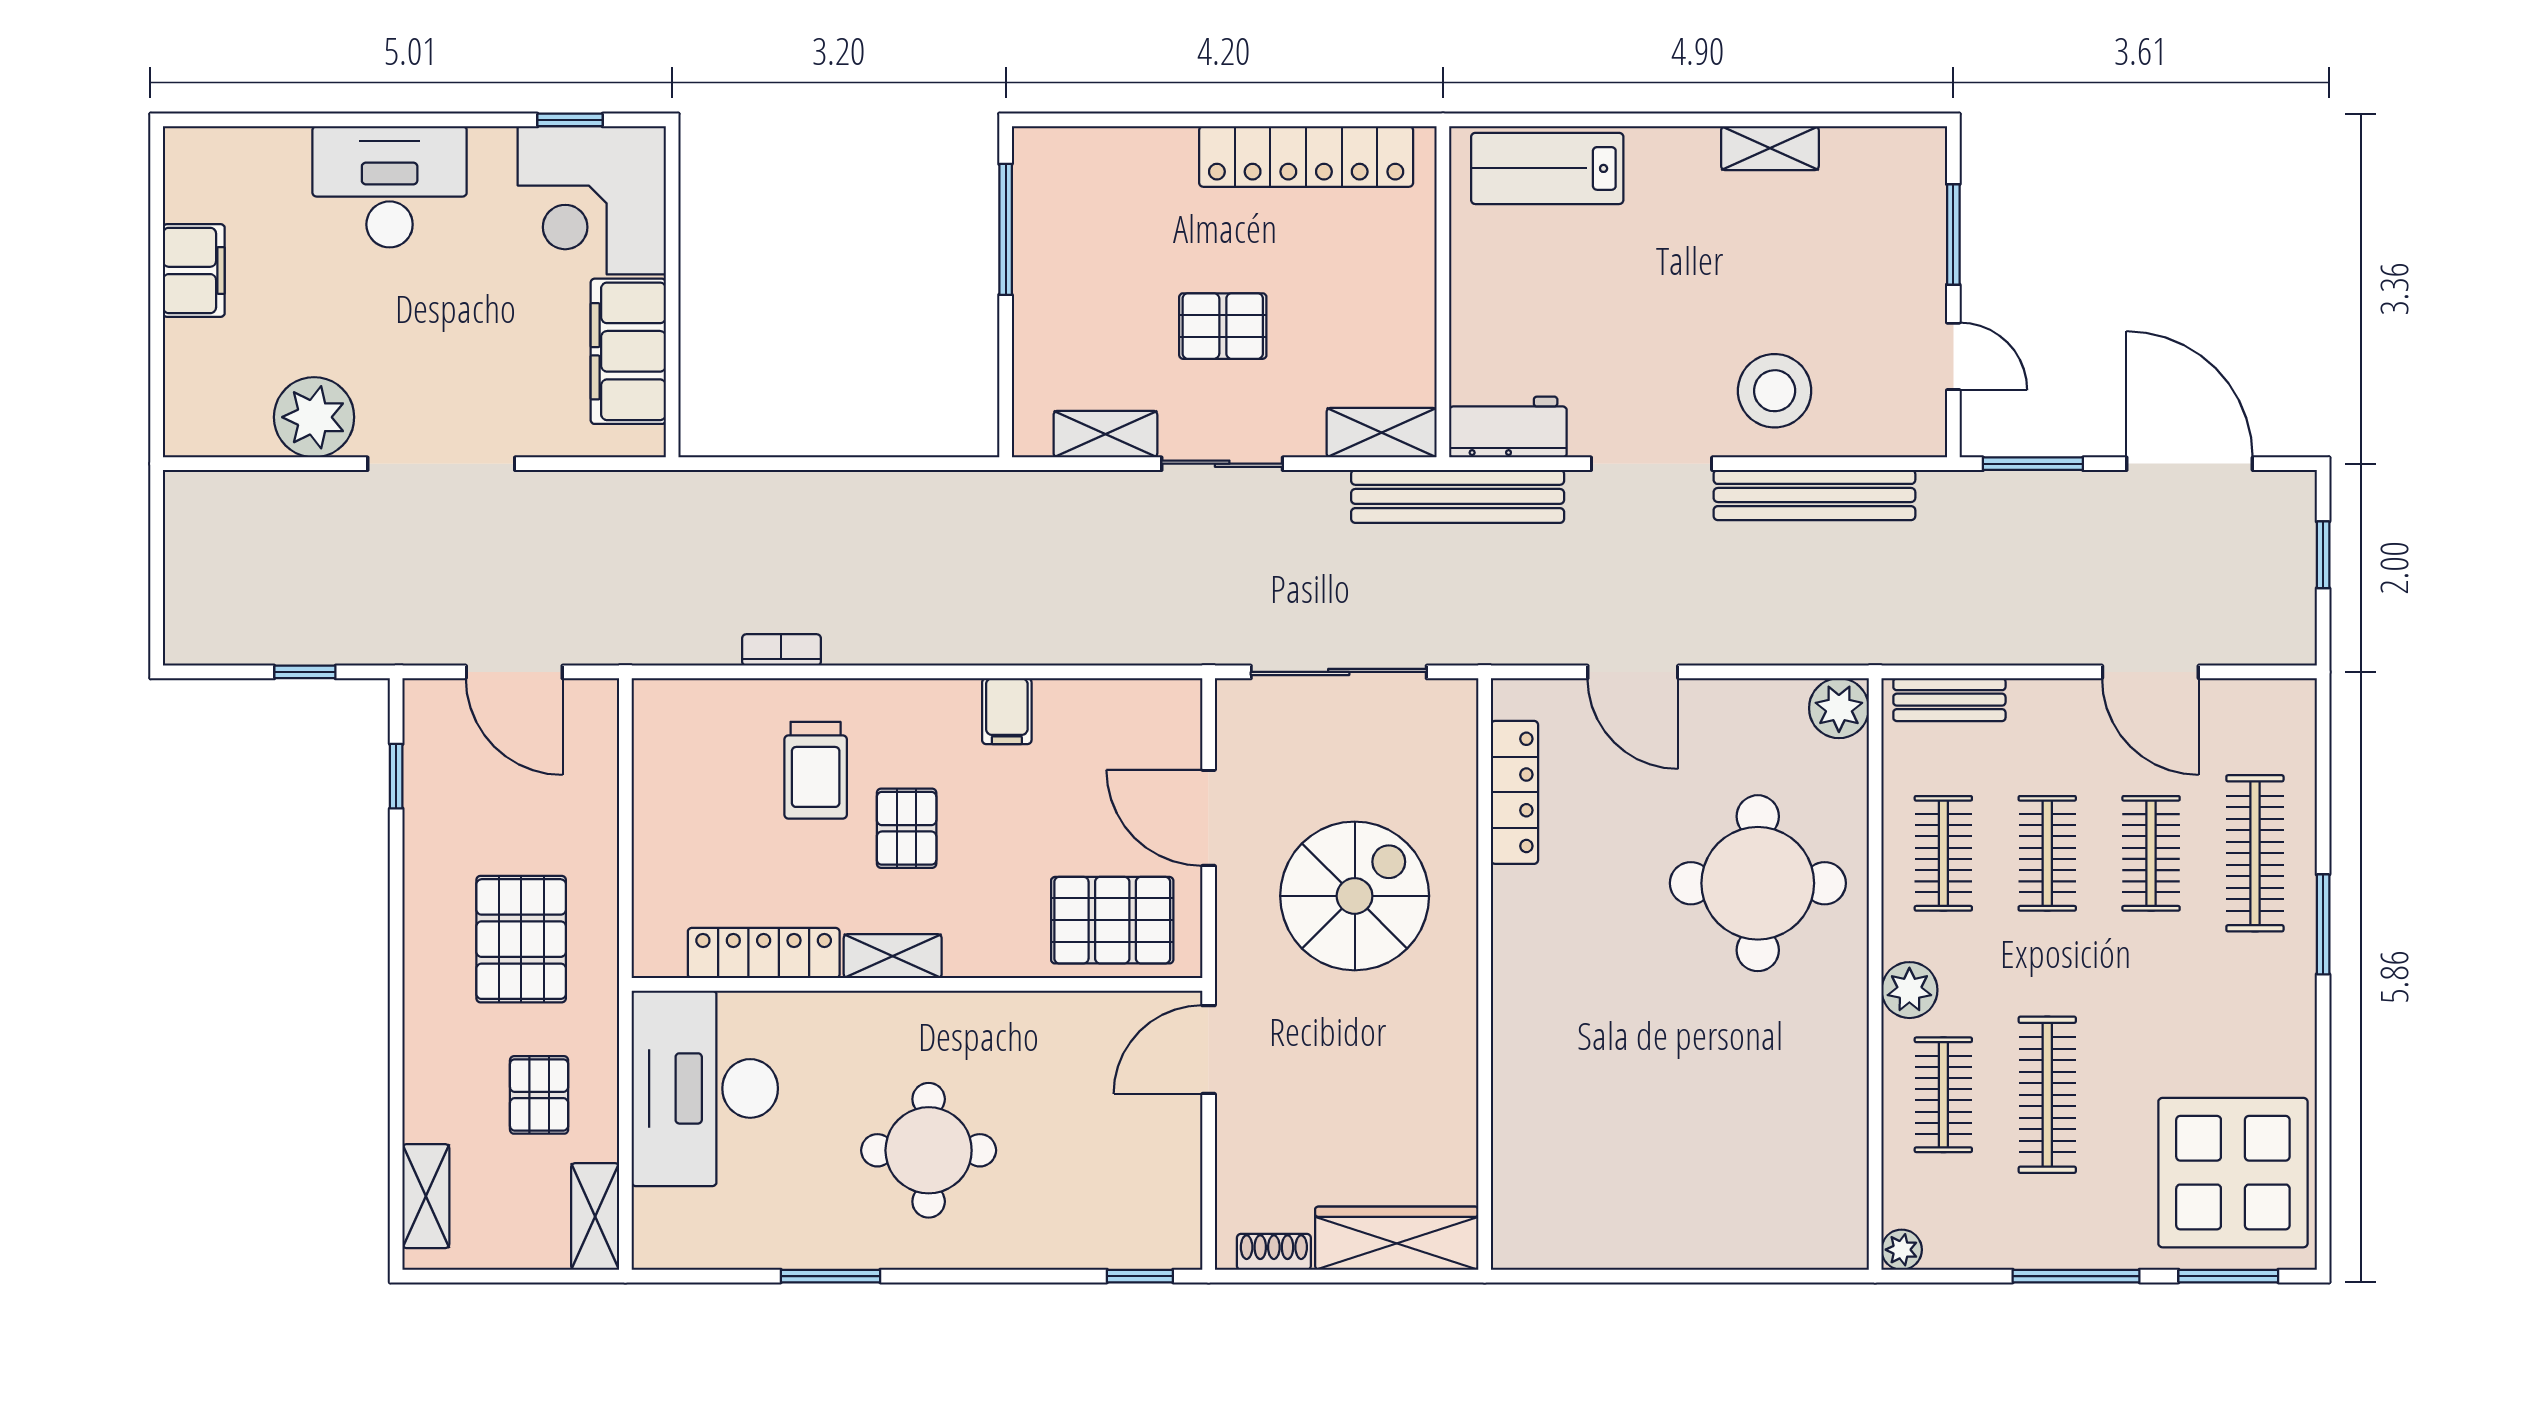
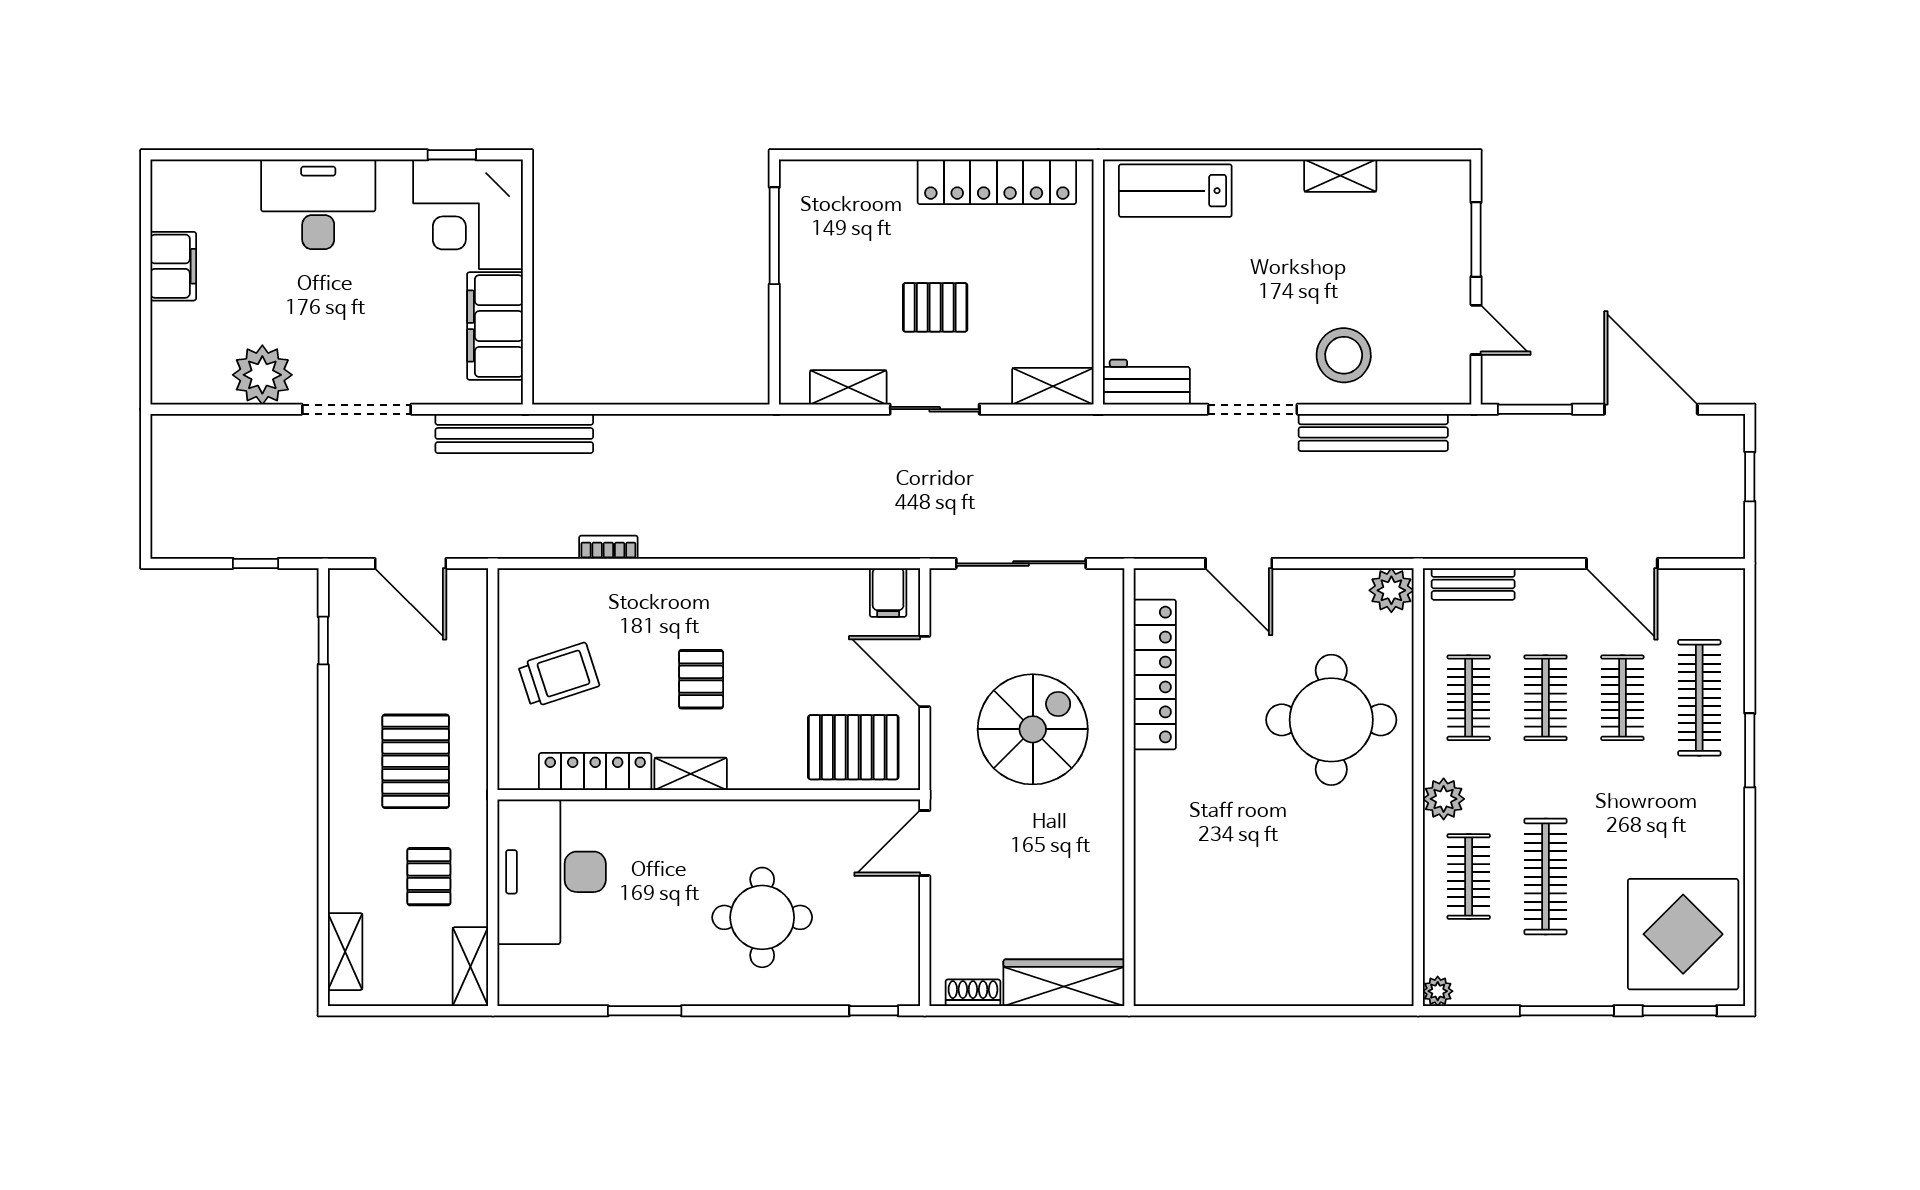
bench: (1458, 496) -> (514, 433), moved
filing cabinet: (1007, 711) -> (888, 593), moved
trolley: (816, 770) -> (559, 675), moved, turned -108
locker: (1515, 792) -> (1155, 675), width x1.41, depth x1.21
round table: (929, 1150) -> (762, 917), moved

